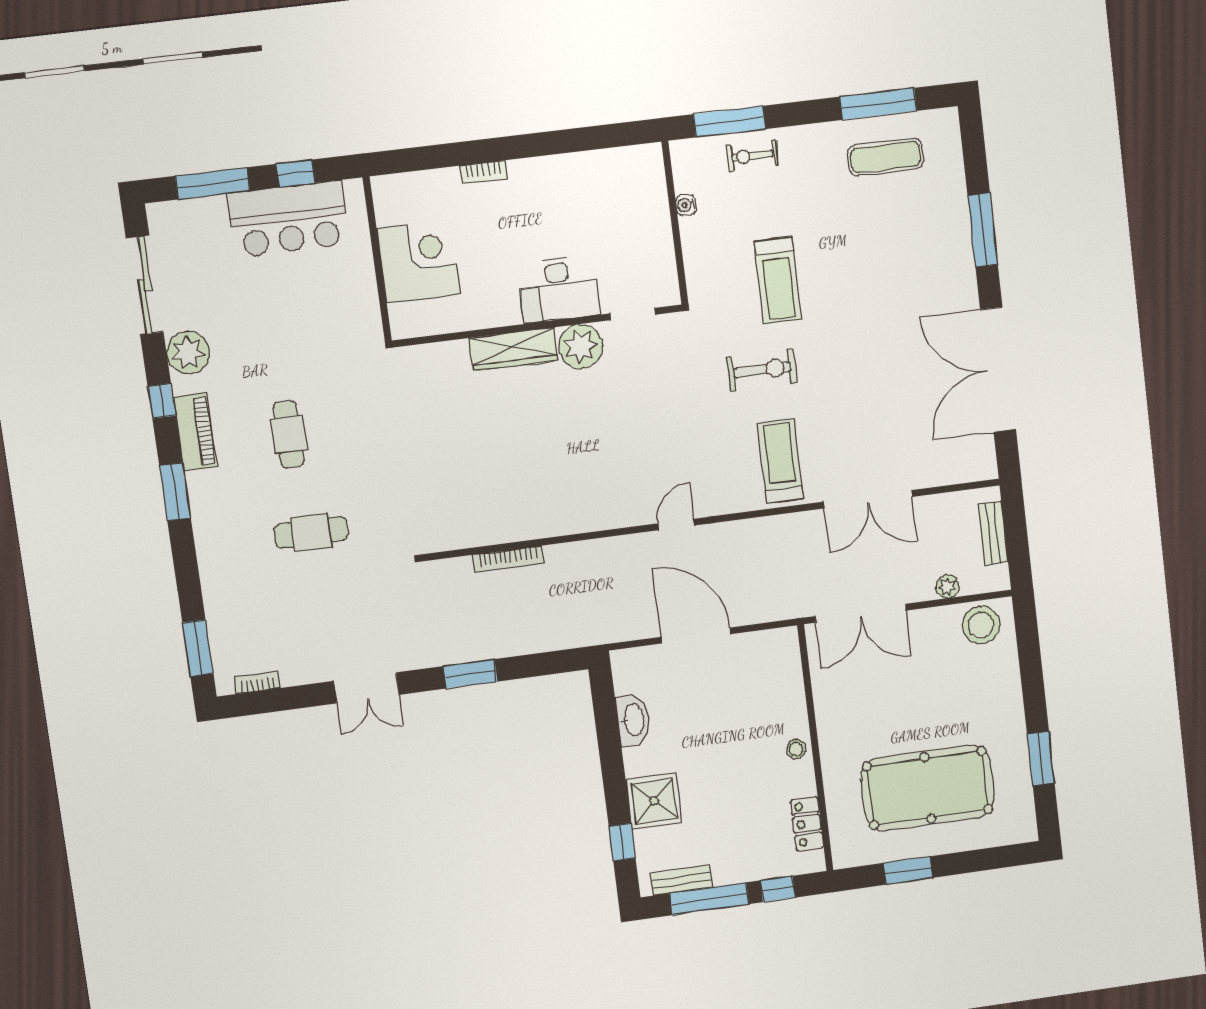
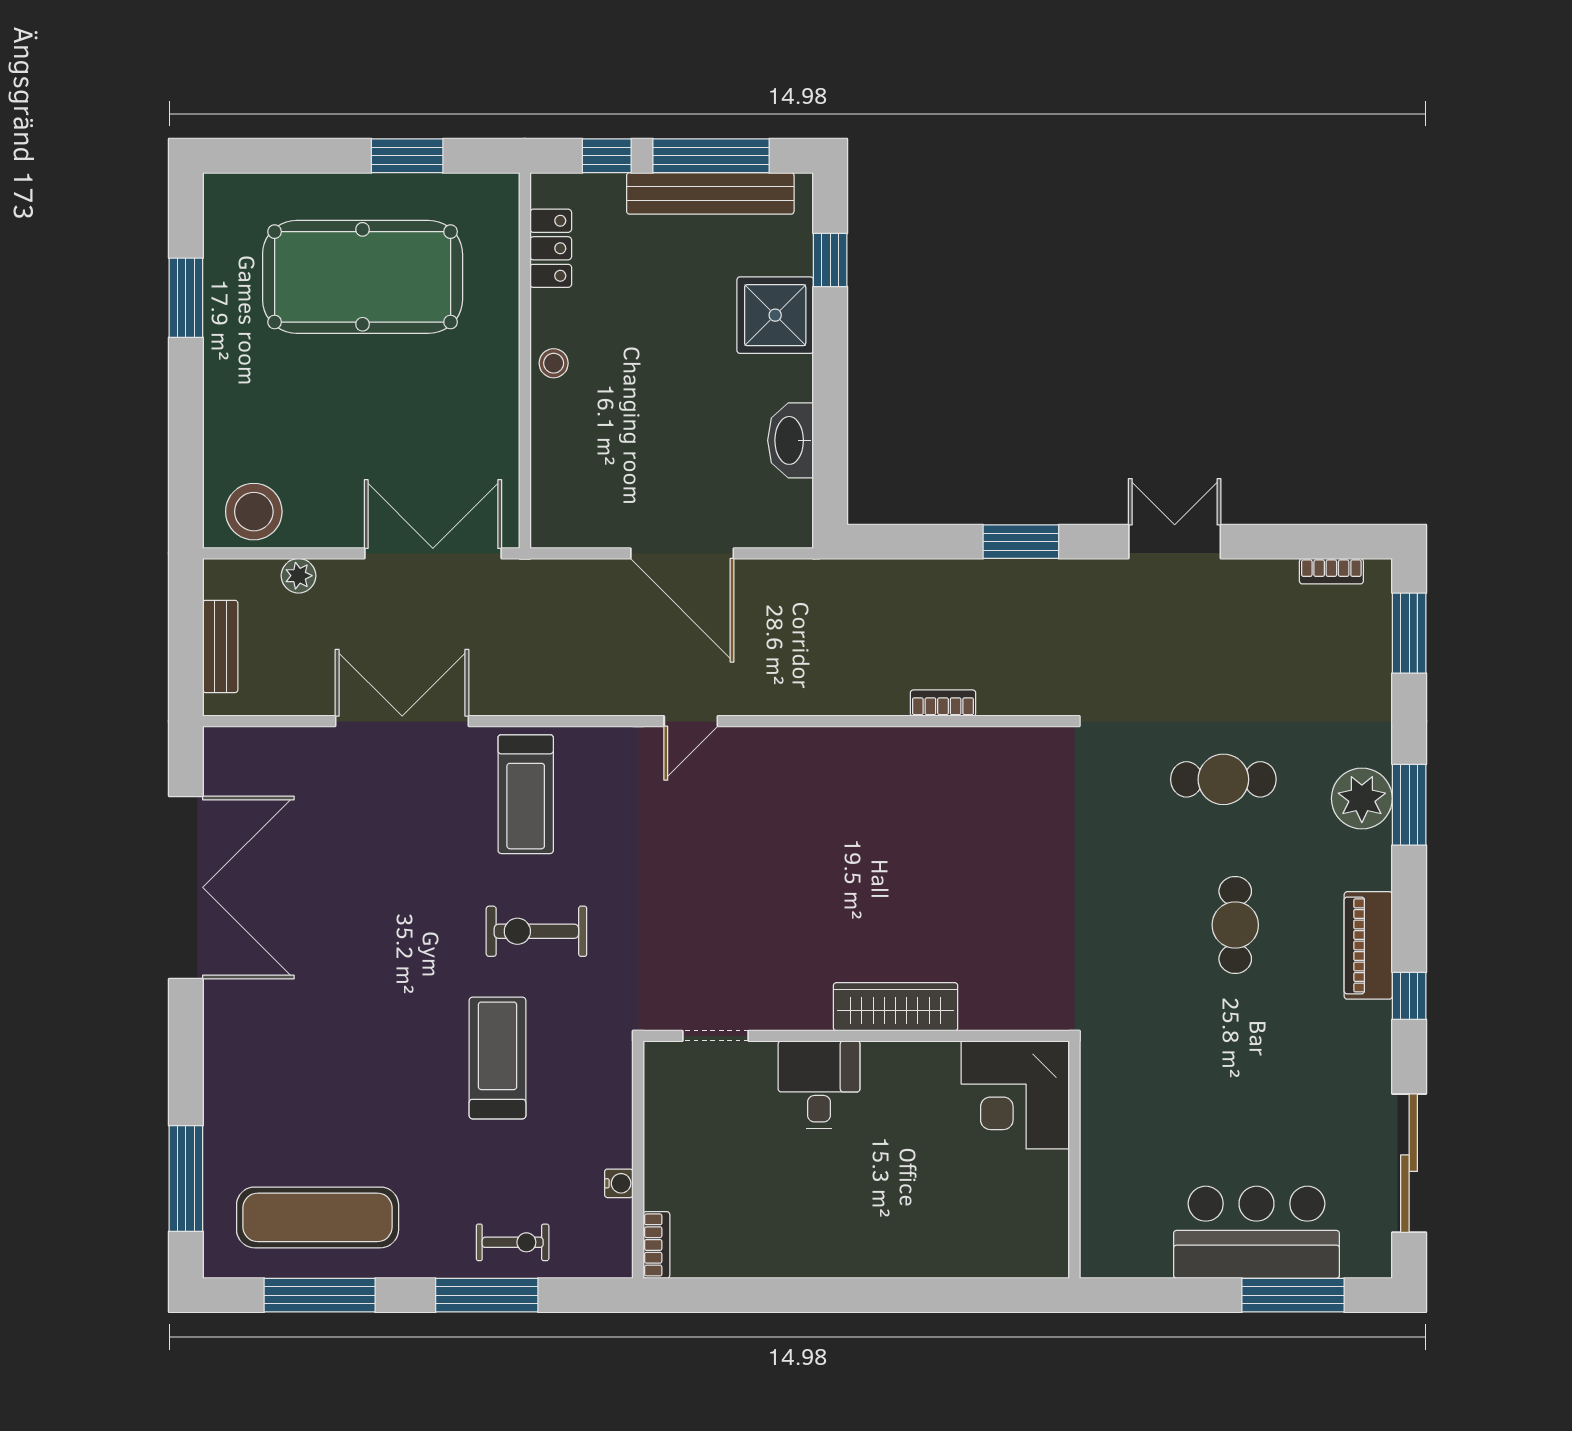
window: (729, 122) -> (487, 1295), moved
exercise mat: (886, 157) -> (318, 1217), width x1.36, depth x1.45
bookcase: (483, 172) -> (656, 1245), moved, turned 90
window: (296, 173) -> (1173, 1295), removed
bar counter: (289, 219) -> (1256, 1232), moved
window: (983, 230) -> (186, 1178), moved
corner desk: (419, 262) -> (1015, 1095), moved
desk: (559, 289) -> (819, 1085), width x0.73
plant: (581, 346) -> (798, 999), removed
plant: (188, 353) -> (1362, 799), moved
window: (175, 492) -> (1409, 805), moved
bookcase: (508, 559) -> (943, 703), width x0.64
bench: (682, 880) -> (710, 193), width x1.86, depth x1.21

